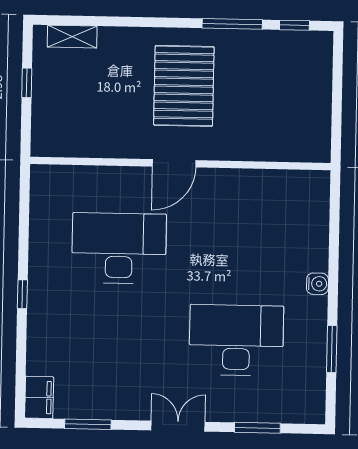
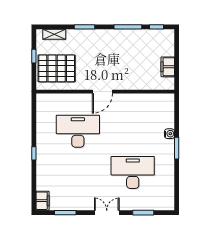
window: (138, 22) -> (84, 27), added
pallet: (184, 86) -> (57, 68), moved, turned 90
filing cabinet: (317, 112) -> (168, 67), added
water cooler: (317, 284) -> (170, 134), moved
window: (332, 349) -> (177, 148), moved

